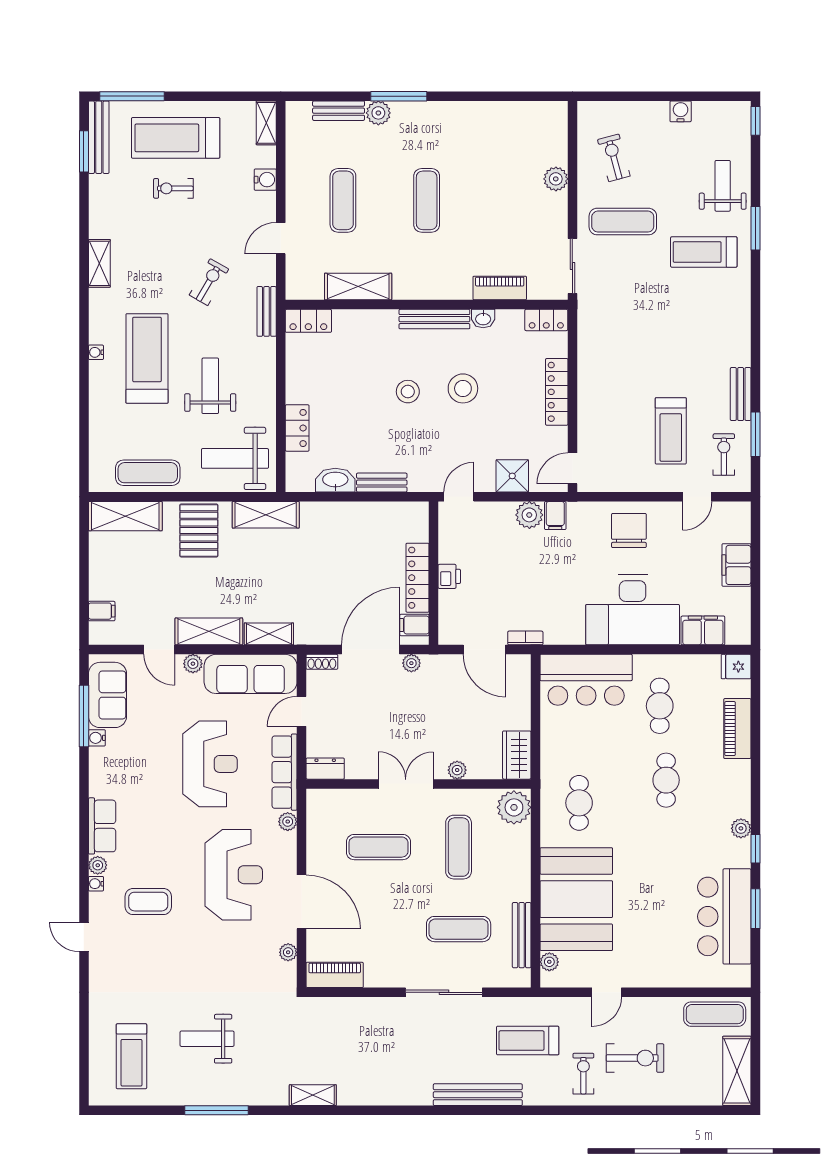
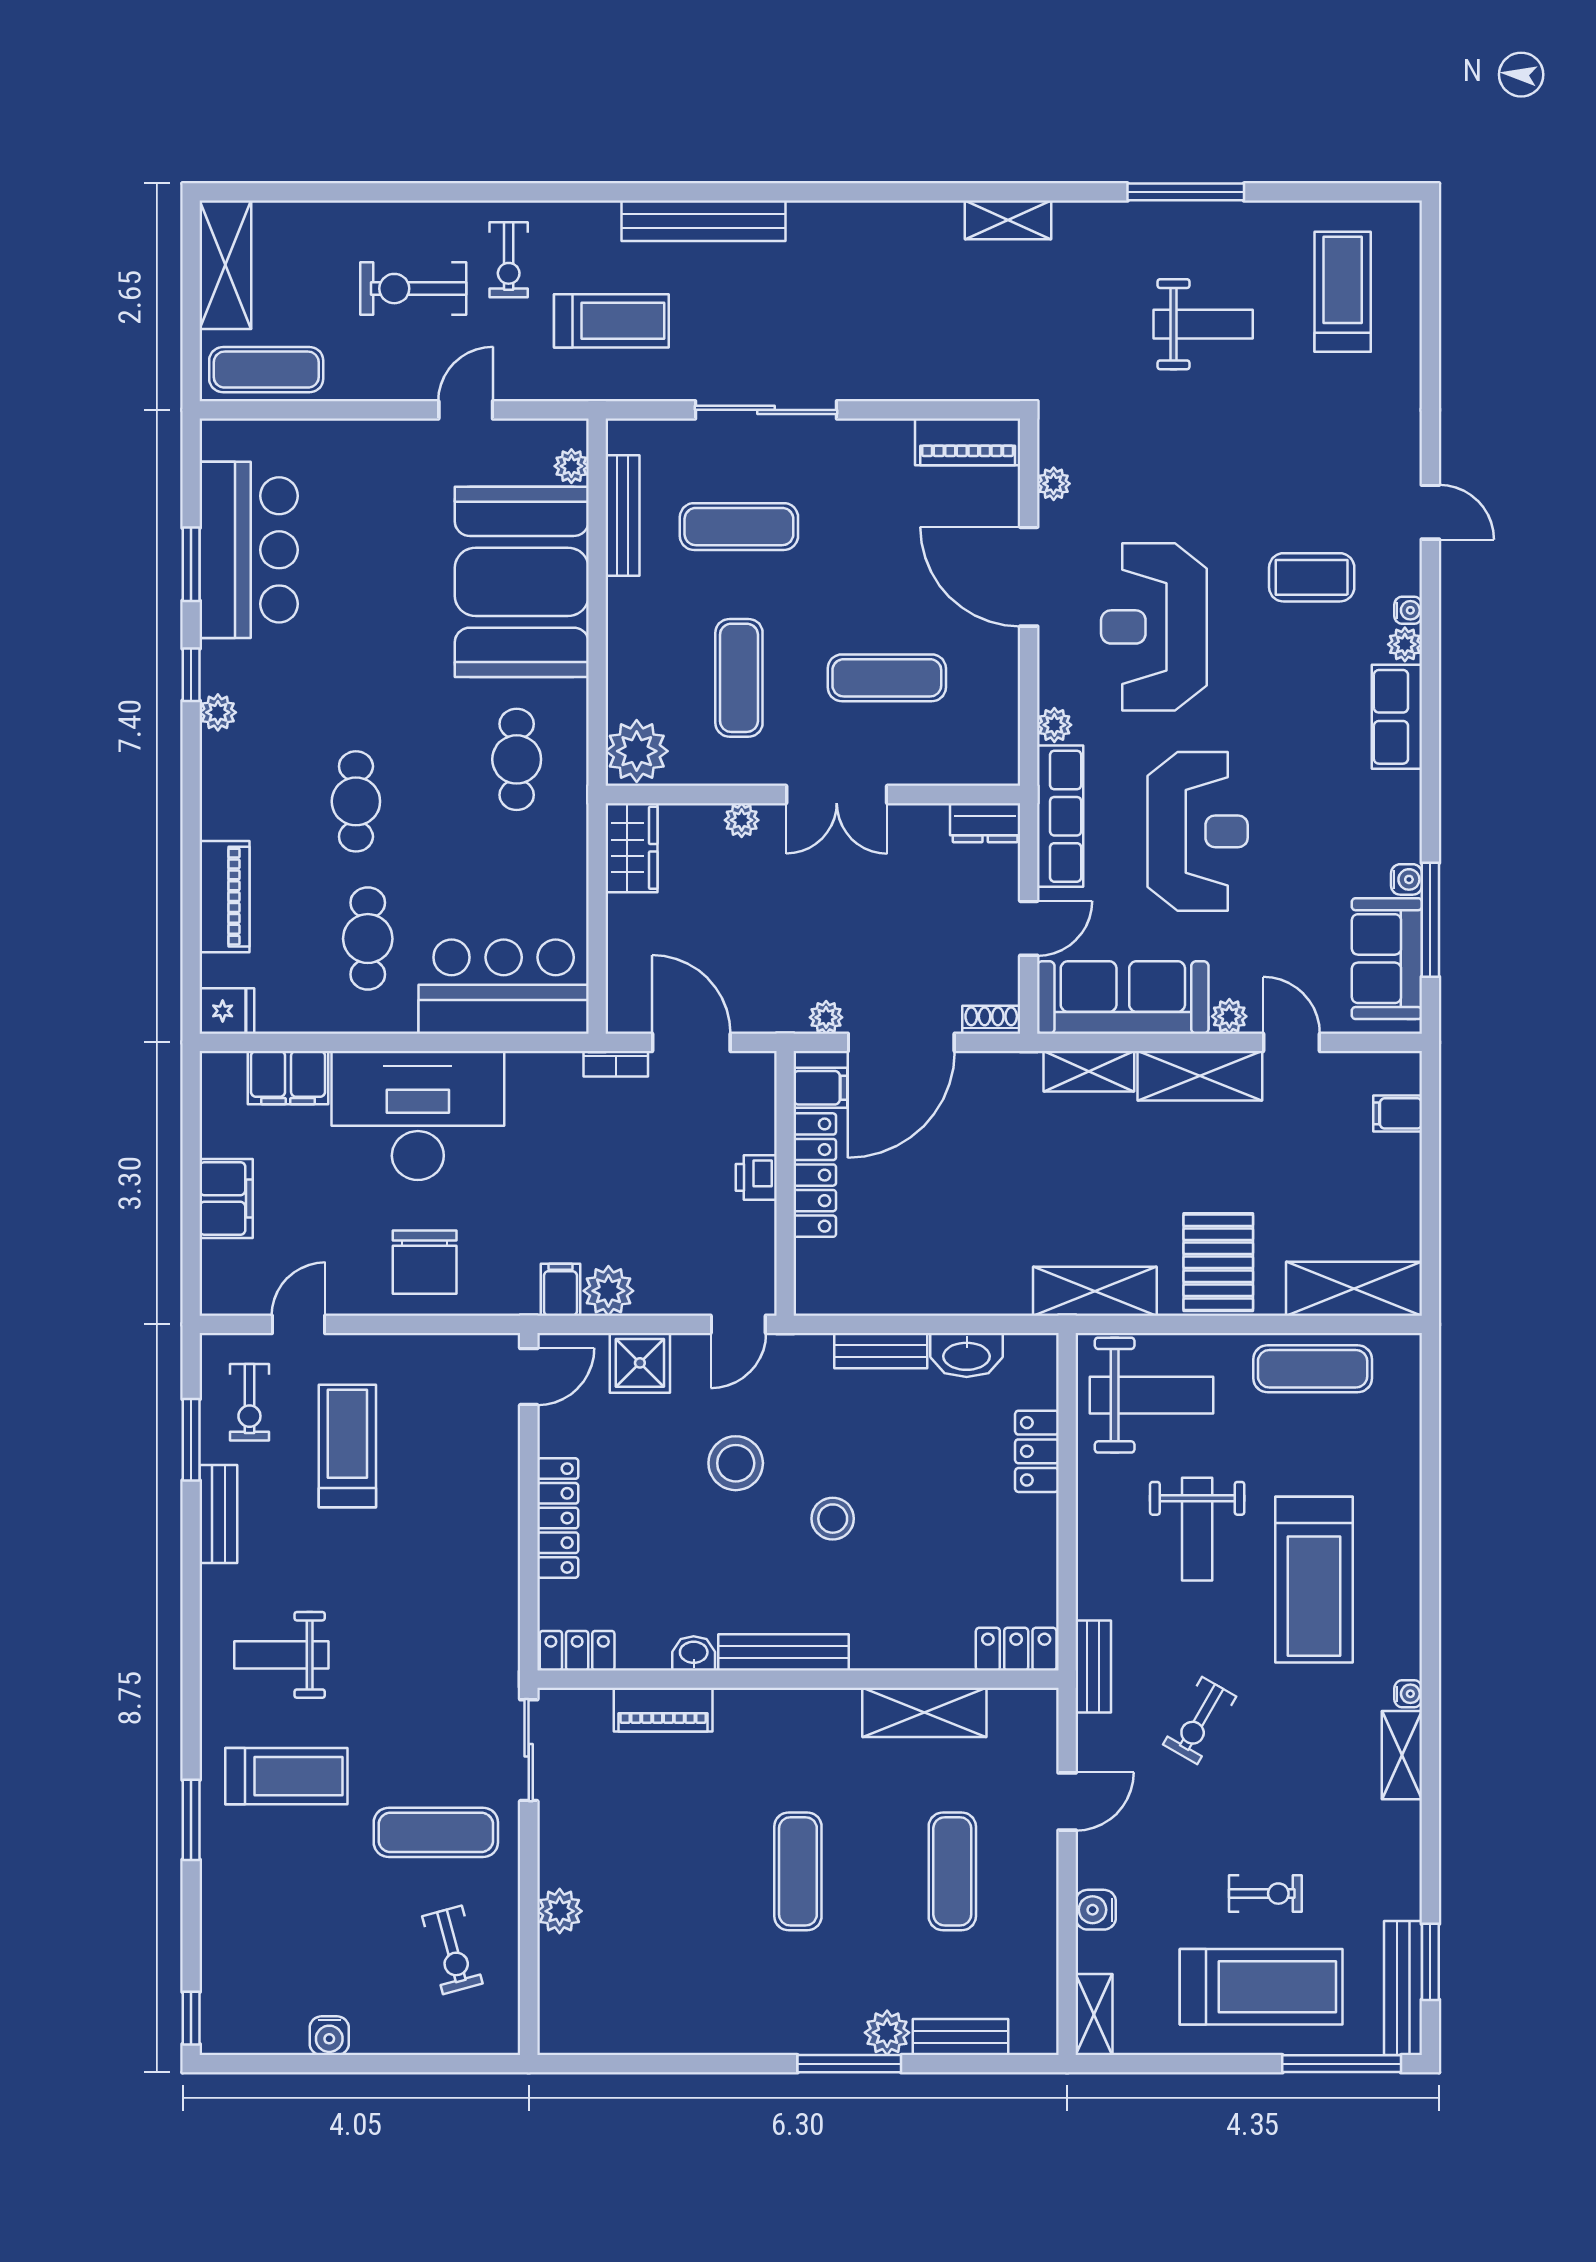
weight bench: (723, 186) -> (281, 1655), moved, turned 90
water cooler: (96, 352) -> (1408, 1694), moved
stool: (463, 388) -> (736, 1463), moved
reception desk: (210, 764) -> (1198, 831), turned 180

